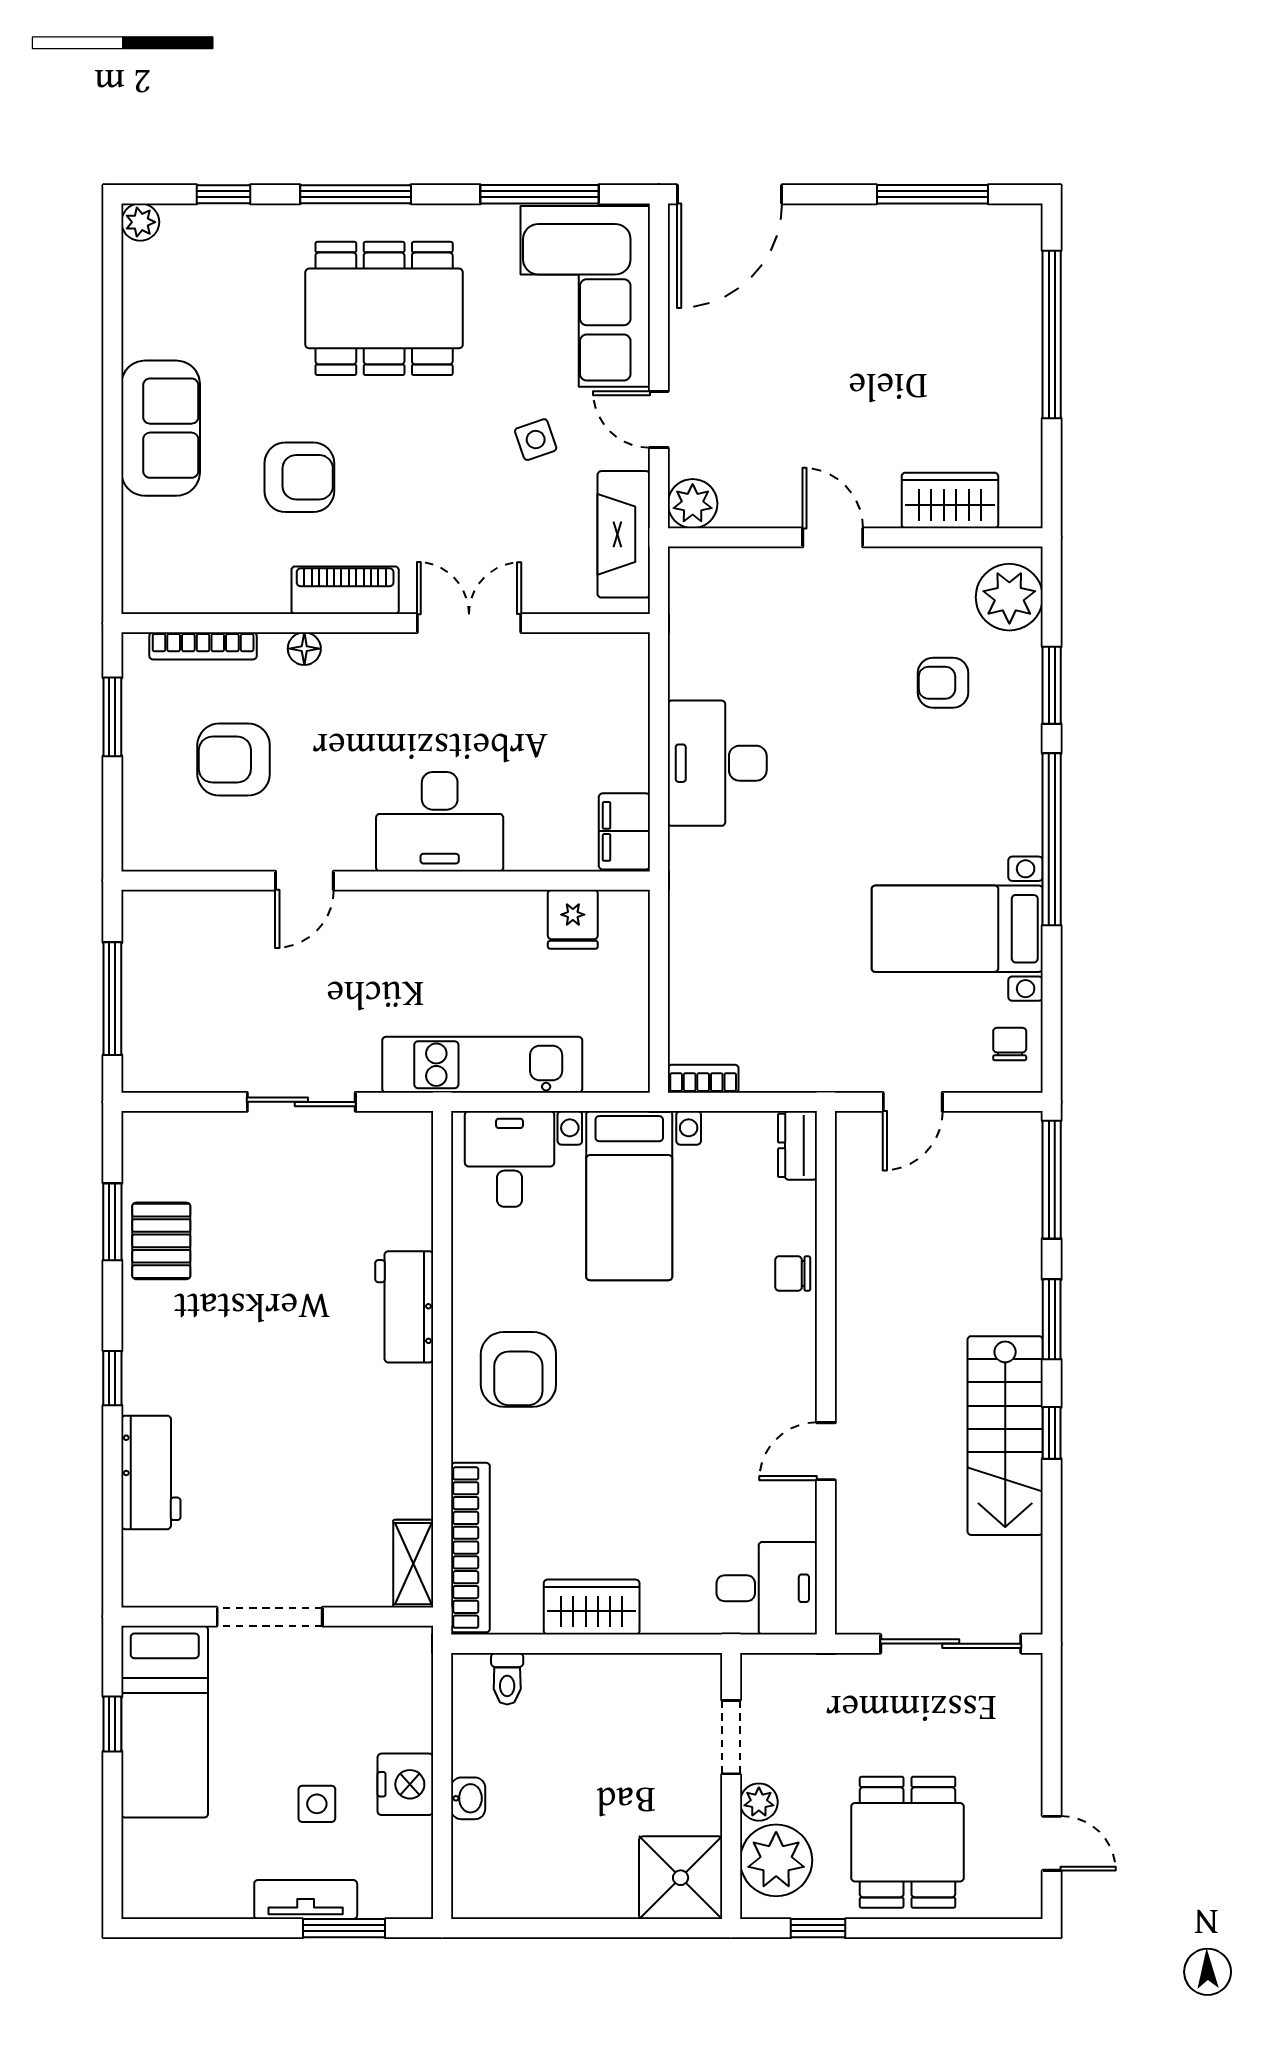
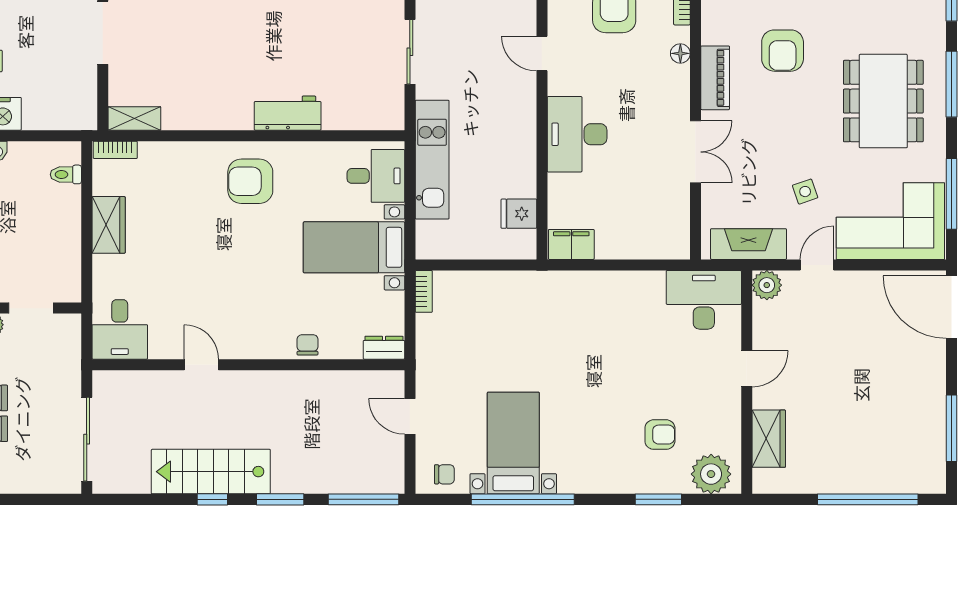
armchair: (943, 683) -> (660, 435), turned 90
desk: (717, 763) -> (704, 300), moved
window: (1052, 839) -> (523, 499), moved
bookcase: (470, 1548) -> (115, 150), width x0.43, depth x0.76

